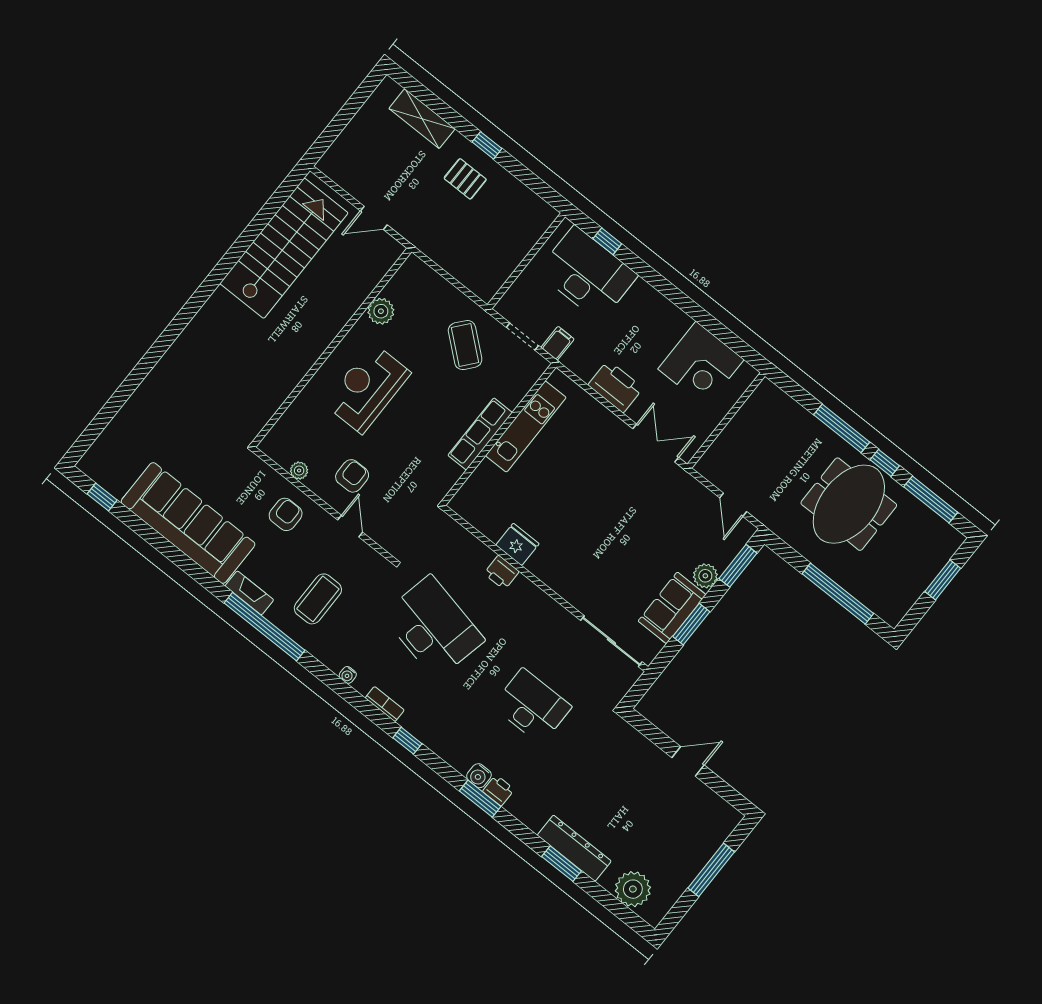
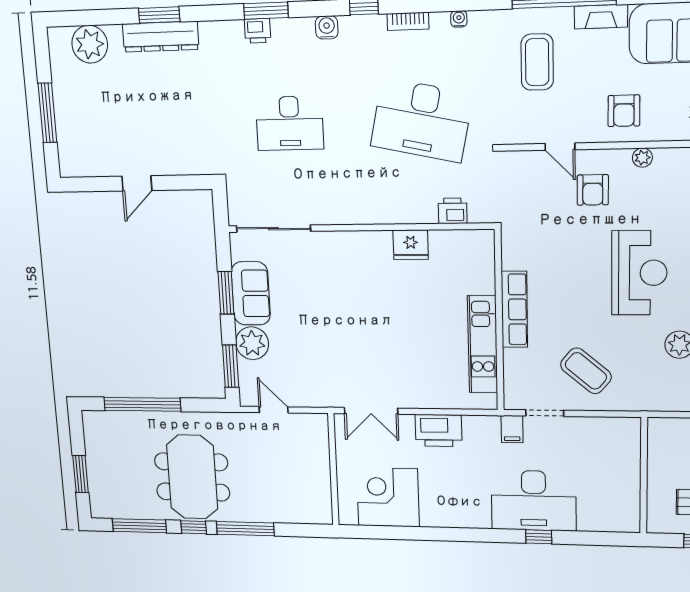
wall: (526, 261) -> (644, 476), moved
printer: (501, 573) -> (453, 211), moved
plant: (705, 576) -> (252, 343), width x1.36, depth x1.36
water cooler: (479, 776) -> (327, 27), moved

